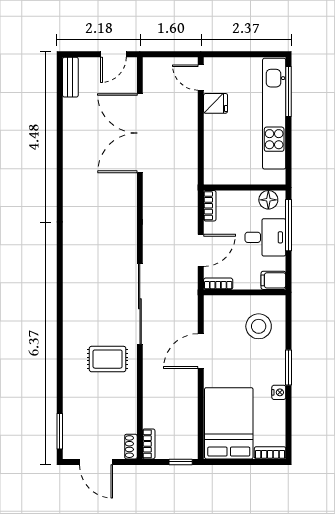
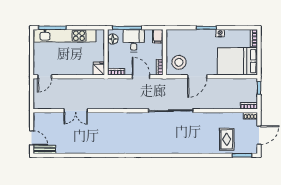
door: (113, 54) -> (32, 138), moved
fridge: (216, 103) -> (99, 68), moved
double door: (140, 133) -> (76, 111), width x0.54
stool: (259, 326) -> (179, 62), moved
door: (201, 351) -> (197, 77), hinge flipped
rug: (108, 359) -> (227, 139), moved

